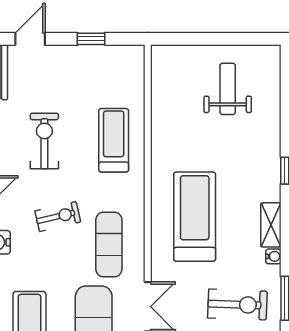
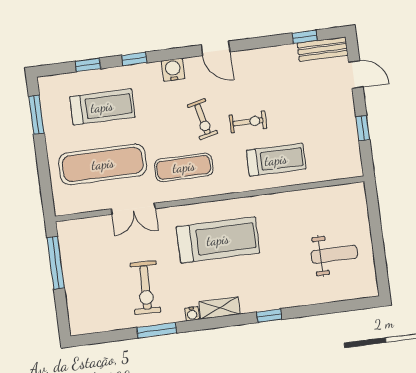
exercise bike: (44, 141) -> (248, 122), moved, width x0.73, depth x0.72

